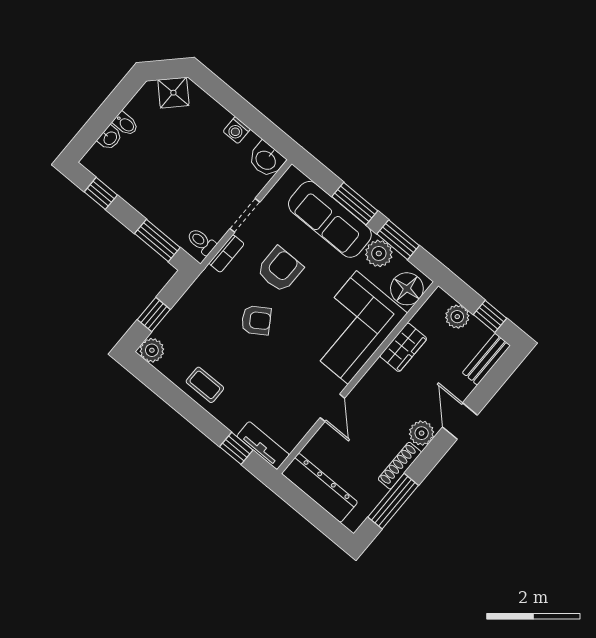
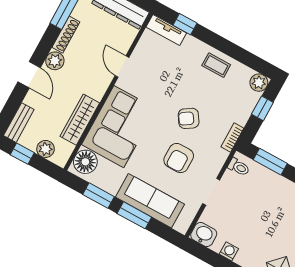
plant: (379, 253) -> (110, 183), removed
bookcase: (227, 254) -> (232, 137), moved
wardrobe: (403, 347) -> (80, 120), width x1.50

